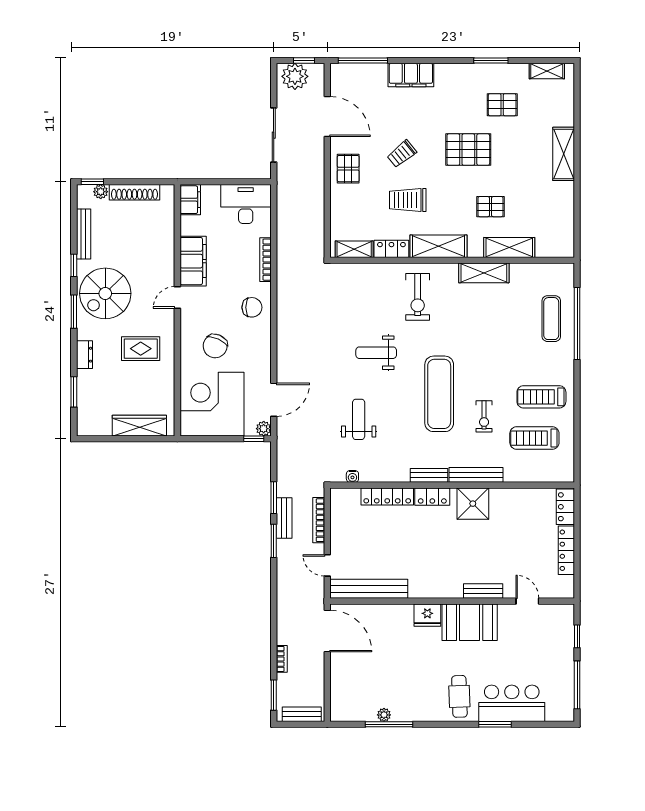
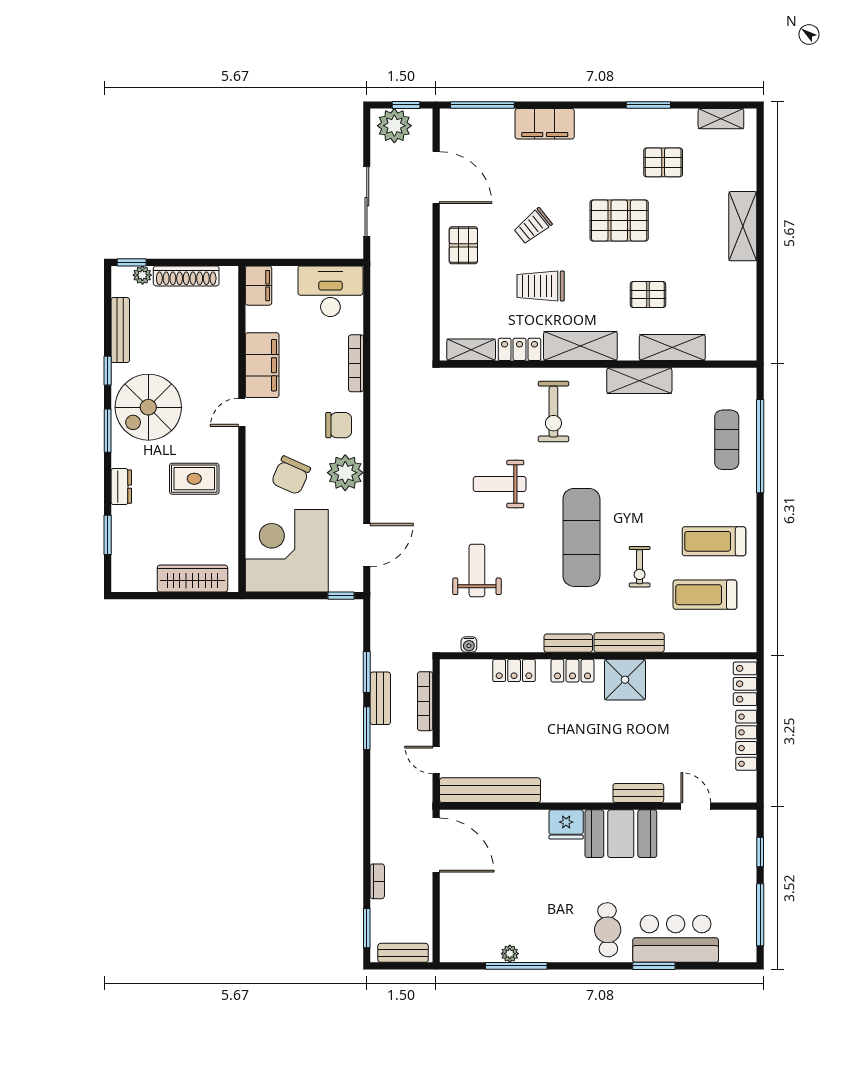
plant: (264, 429) -> (345, 473), moved, width x1.88, depth x1.88
locker: (387, 496) -> (514, 670), width x0.66

